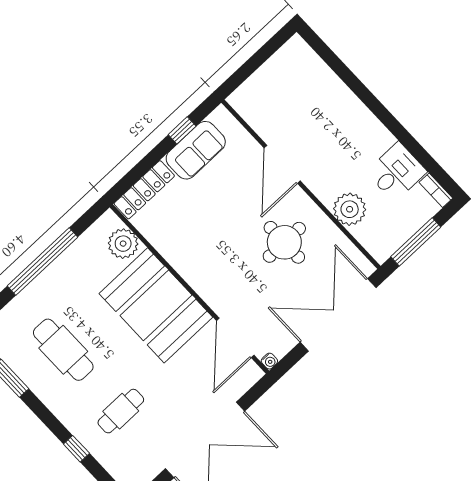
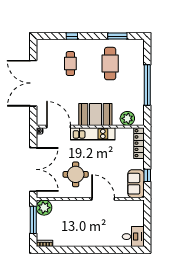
sofa: (196, 150) -> (136, 184), moved
desk: (396, 172) -> (133, 237), moved, turned -90
plant: (350, 209) -> (44, 208), moved
kitchen unit: (197, 275) -> (93, 134), added
booth: (156, 305) -> (95, 114), width x0.73, depth x0.70
cafe table: (63, 350) -> (110, 64), turned 90

